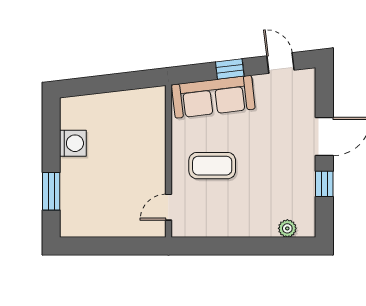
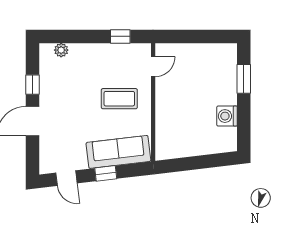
window: (211, 246) -> (120, 36), added

